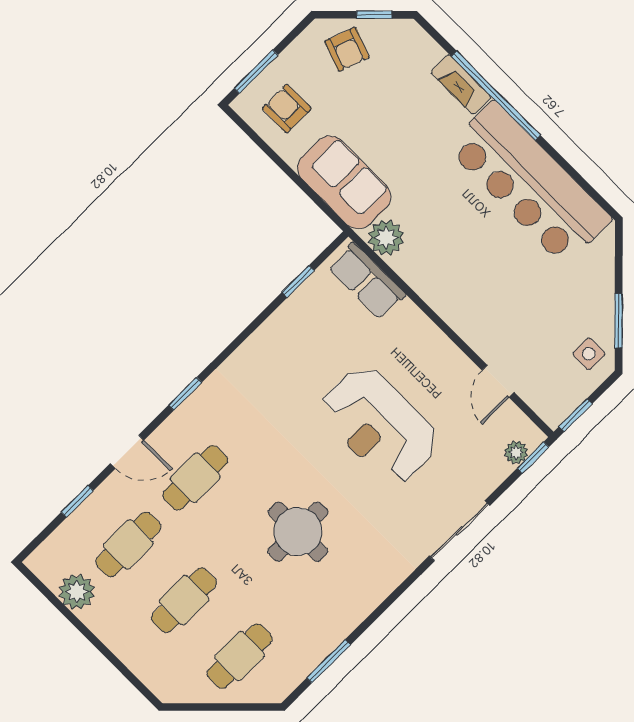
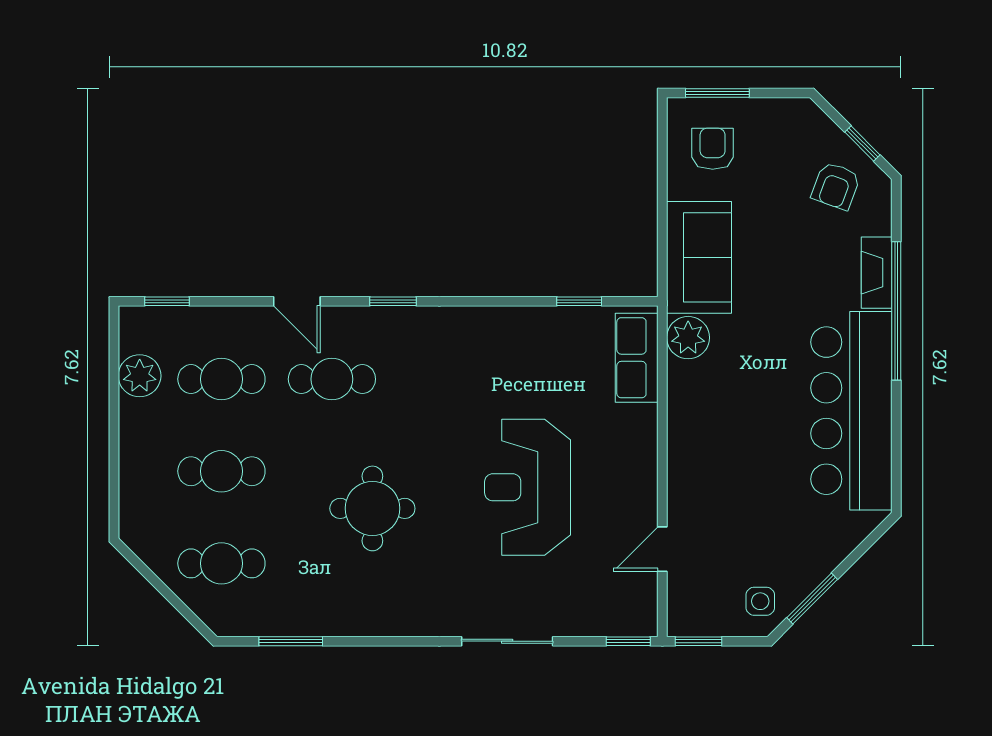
armchair: (347, 49) -> (836, 186), moved
plant: (516, 452) -> (619, 623), removed
window: (77, 501) -> (167, 301), moved

